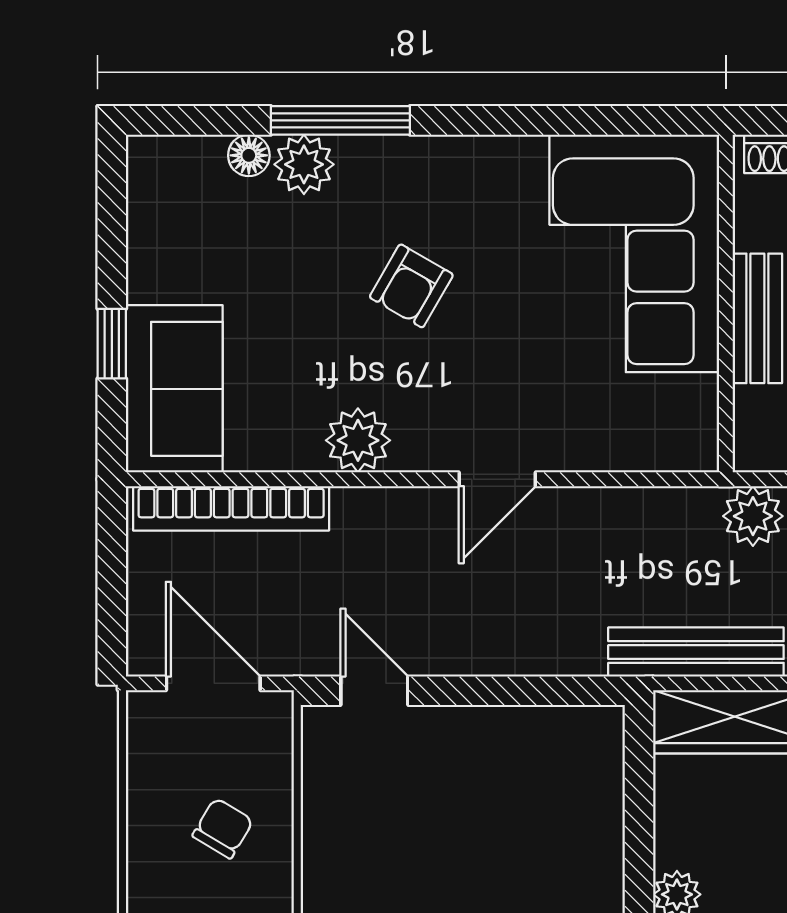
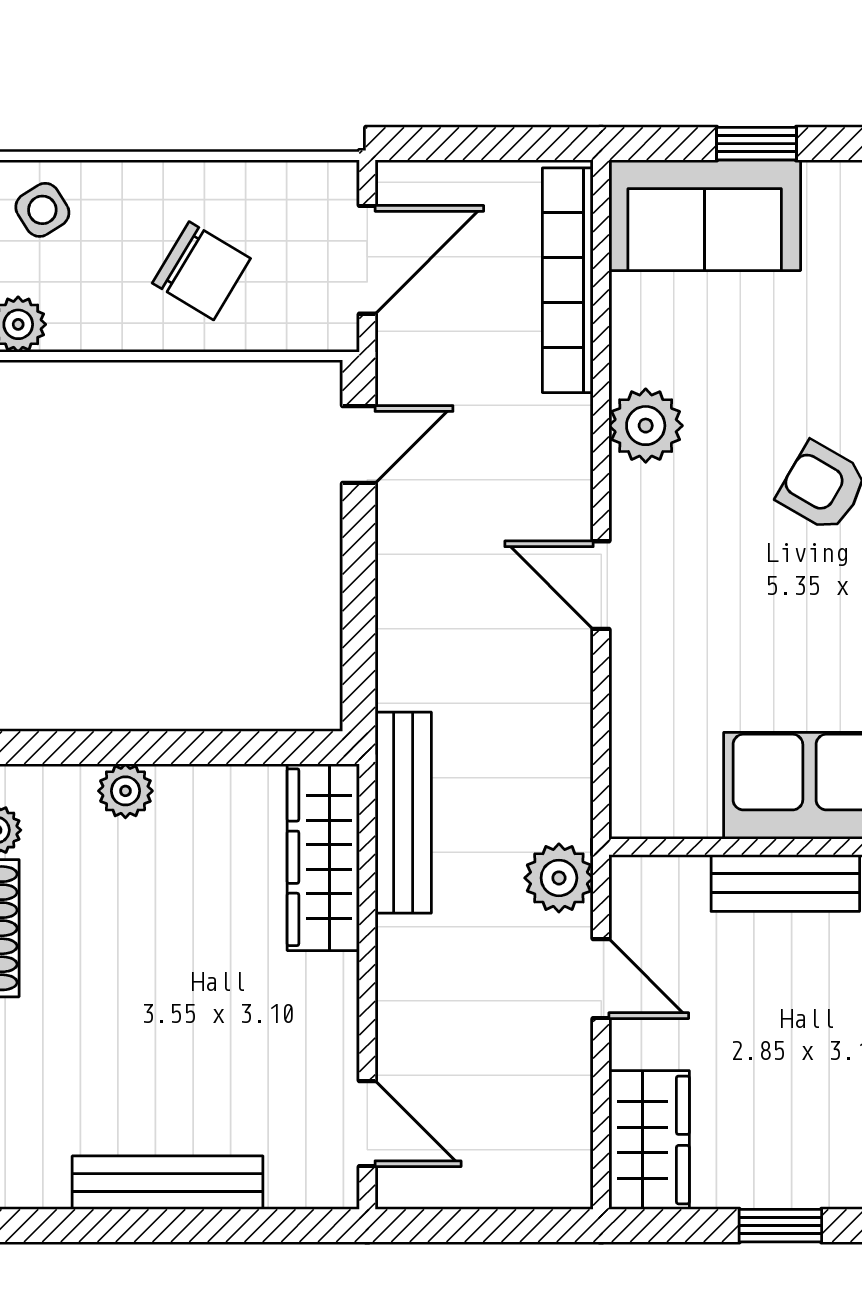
chair: (223, 828) -> (201, 271), width x1.37, depth x1.37

